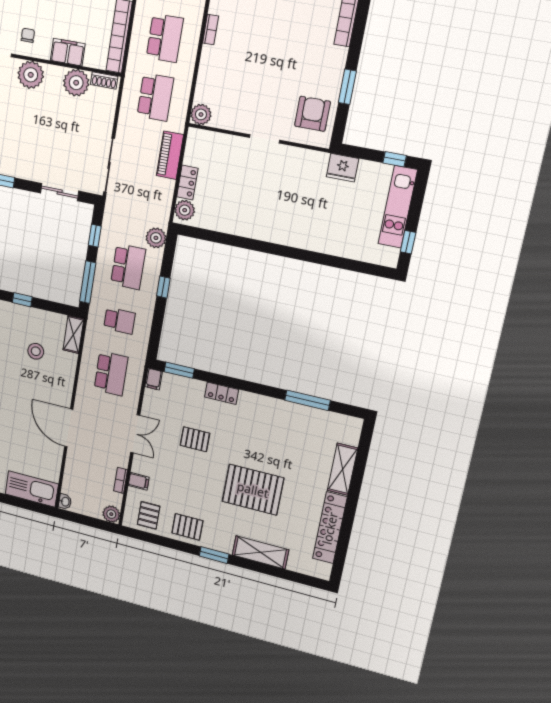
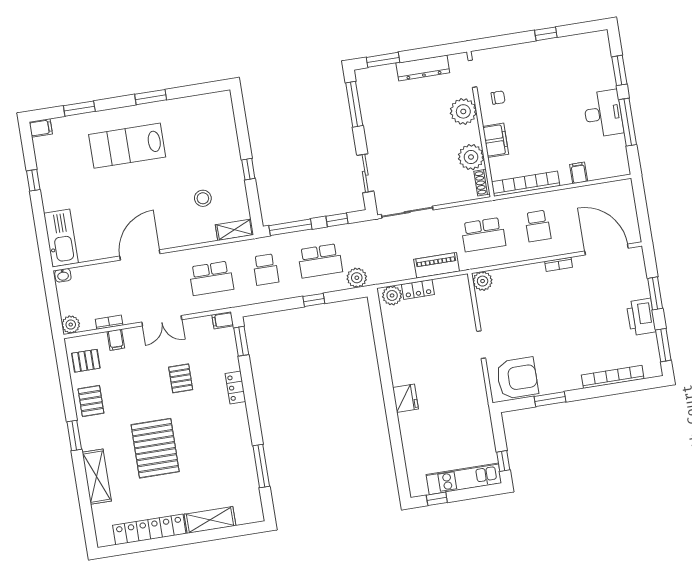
school desk: (165, 38) -> (538, 226), width x0.54
armchair: (312, 114) -> (517, 378), width x1.36, depth x1.36
fridge: (343, 168) -> (405, 398), moved, turned 180

